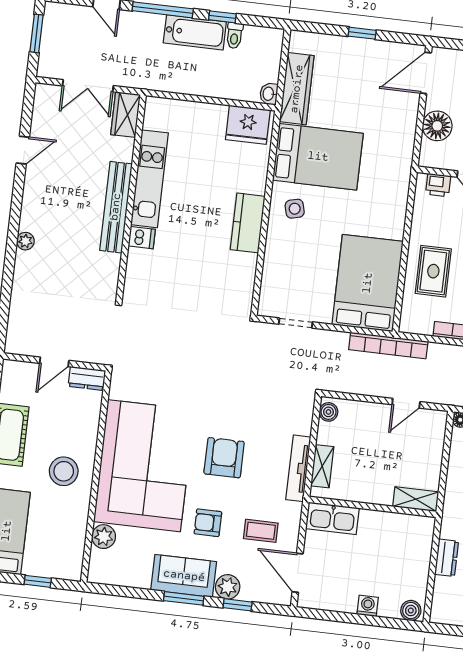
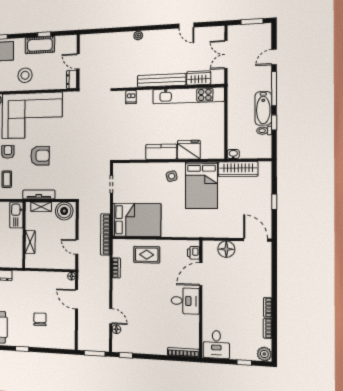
wardrobe: (125, 115) -> (199, 78), moved
fridge: (248, 125) -> (189, 150), moved, turned 90
kitchen unit: (149, 179) -> (188, 95), width x1.36
dishwasher: (142, 238) -> (131, 97), moved
boiler: (329, 412) -> (64, 211), width x1.86, depth x1.86
shelving: (416, 499) -> (30, 242), moved

